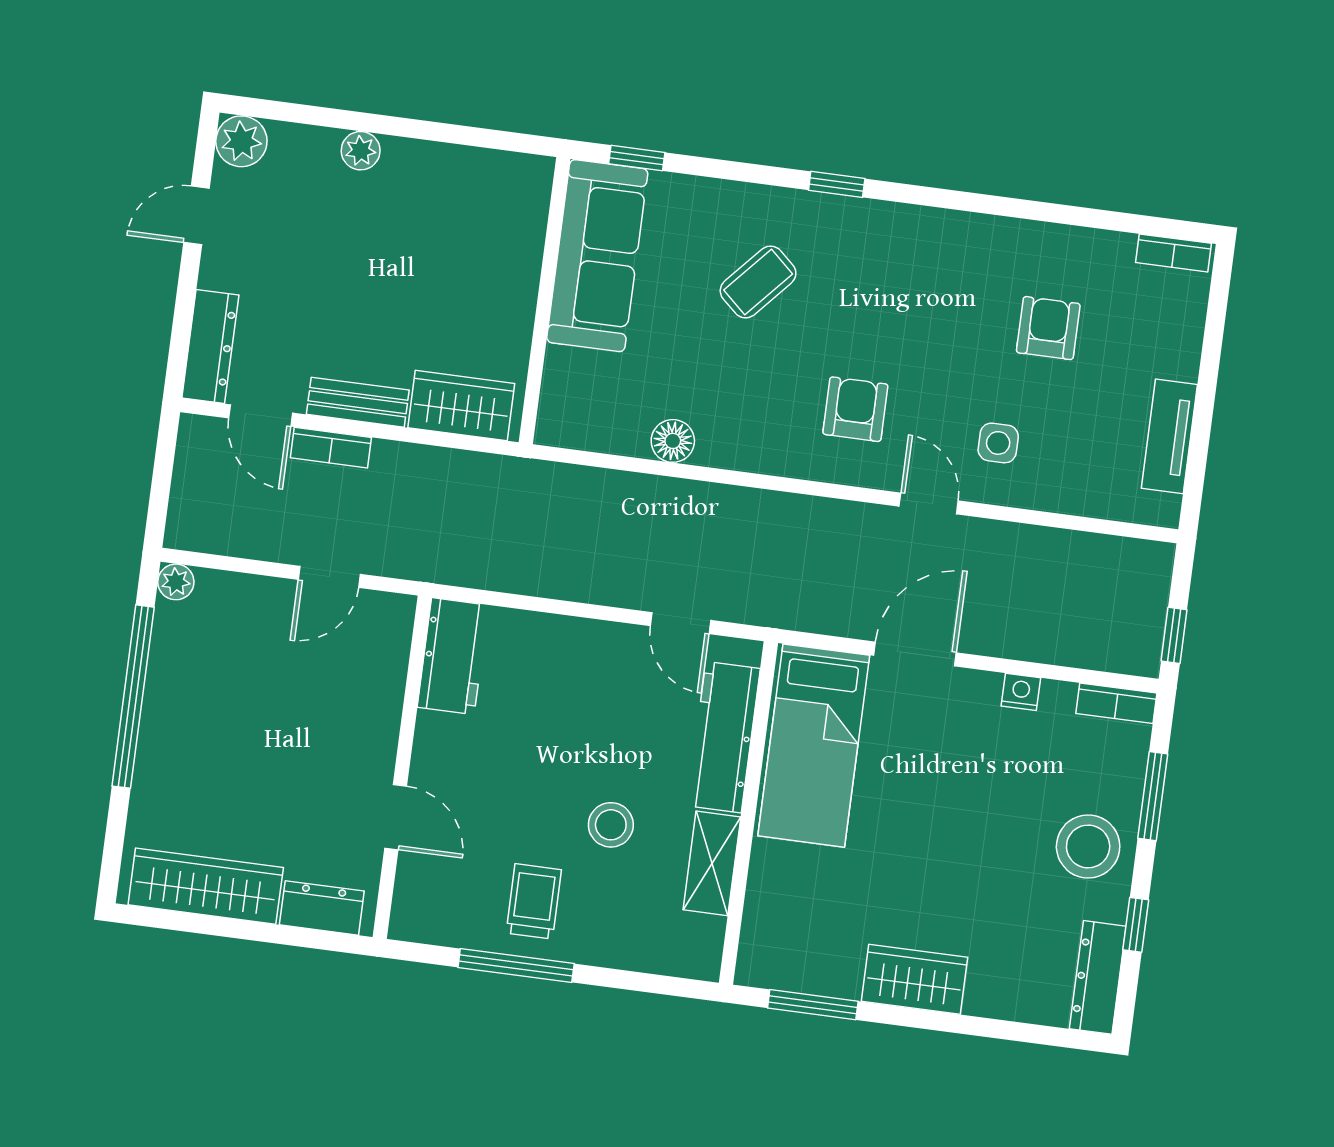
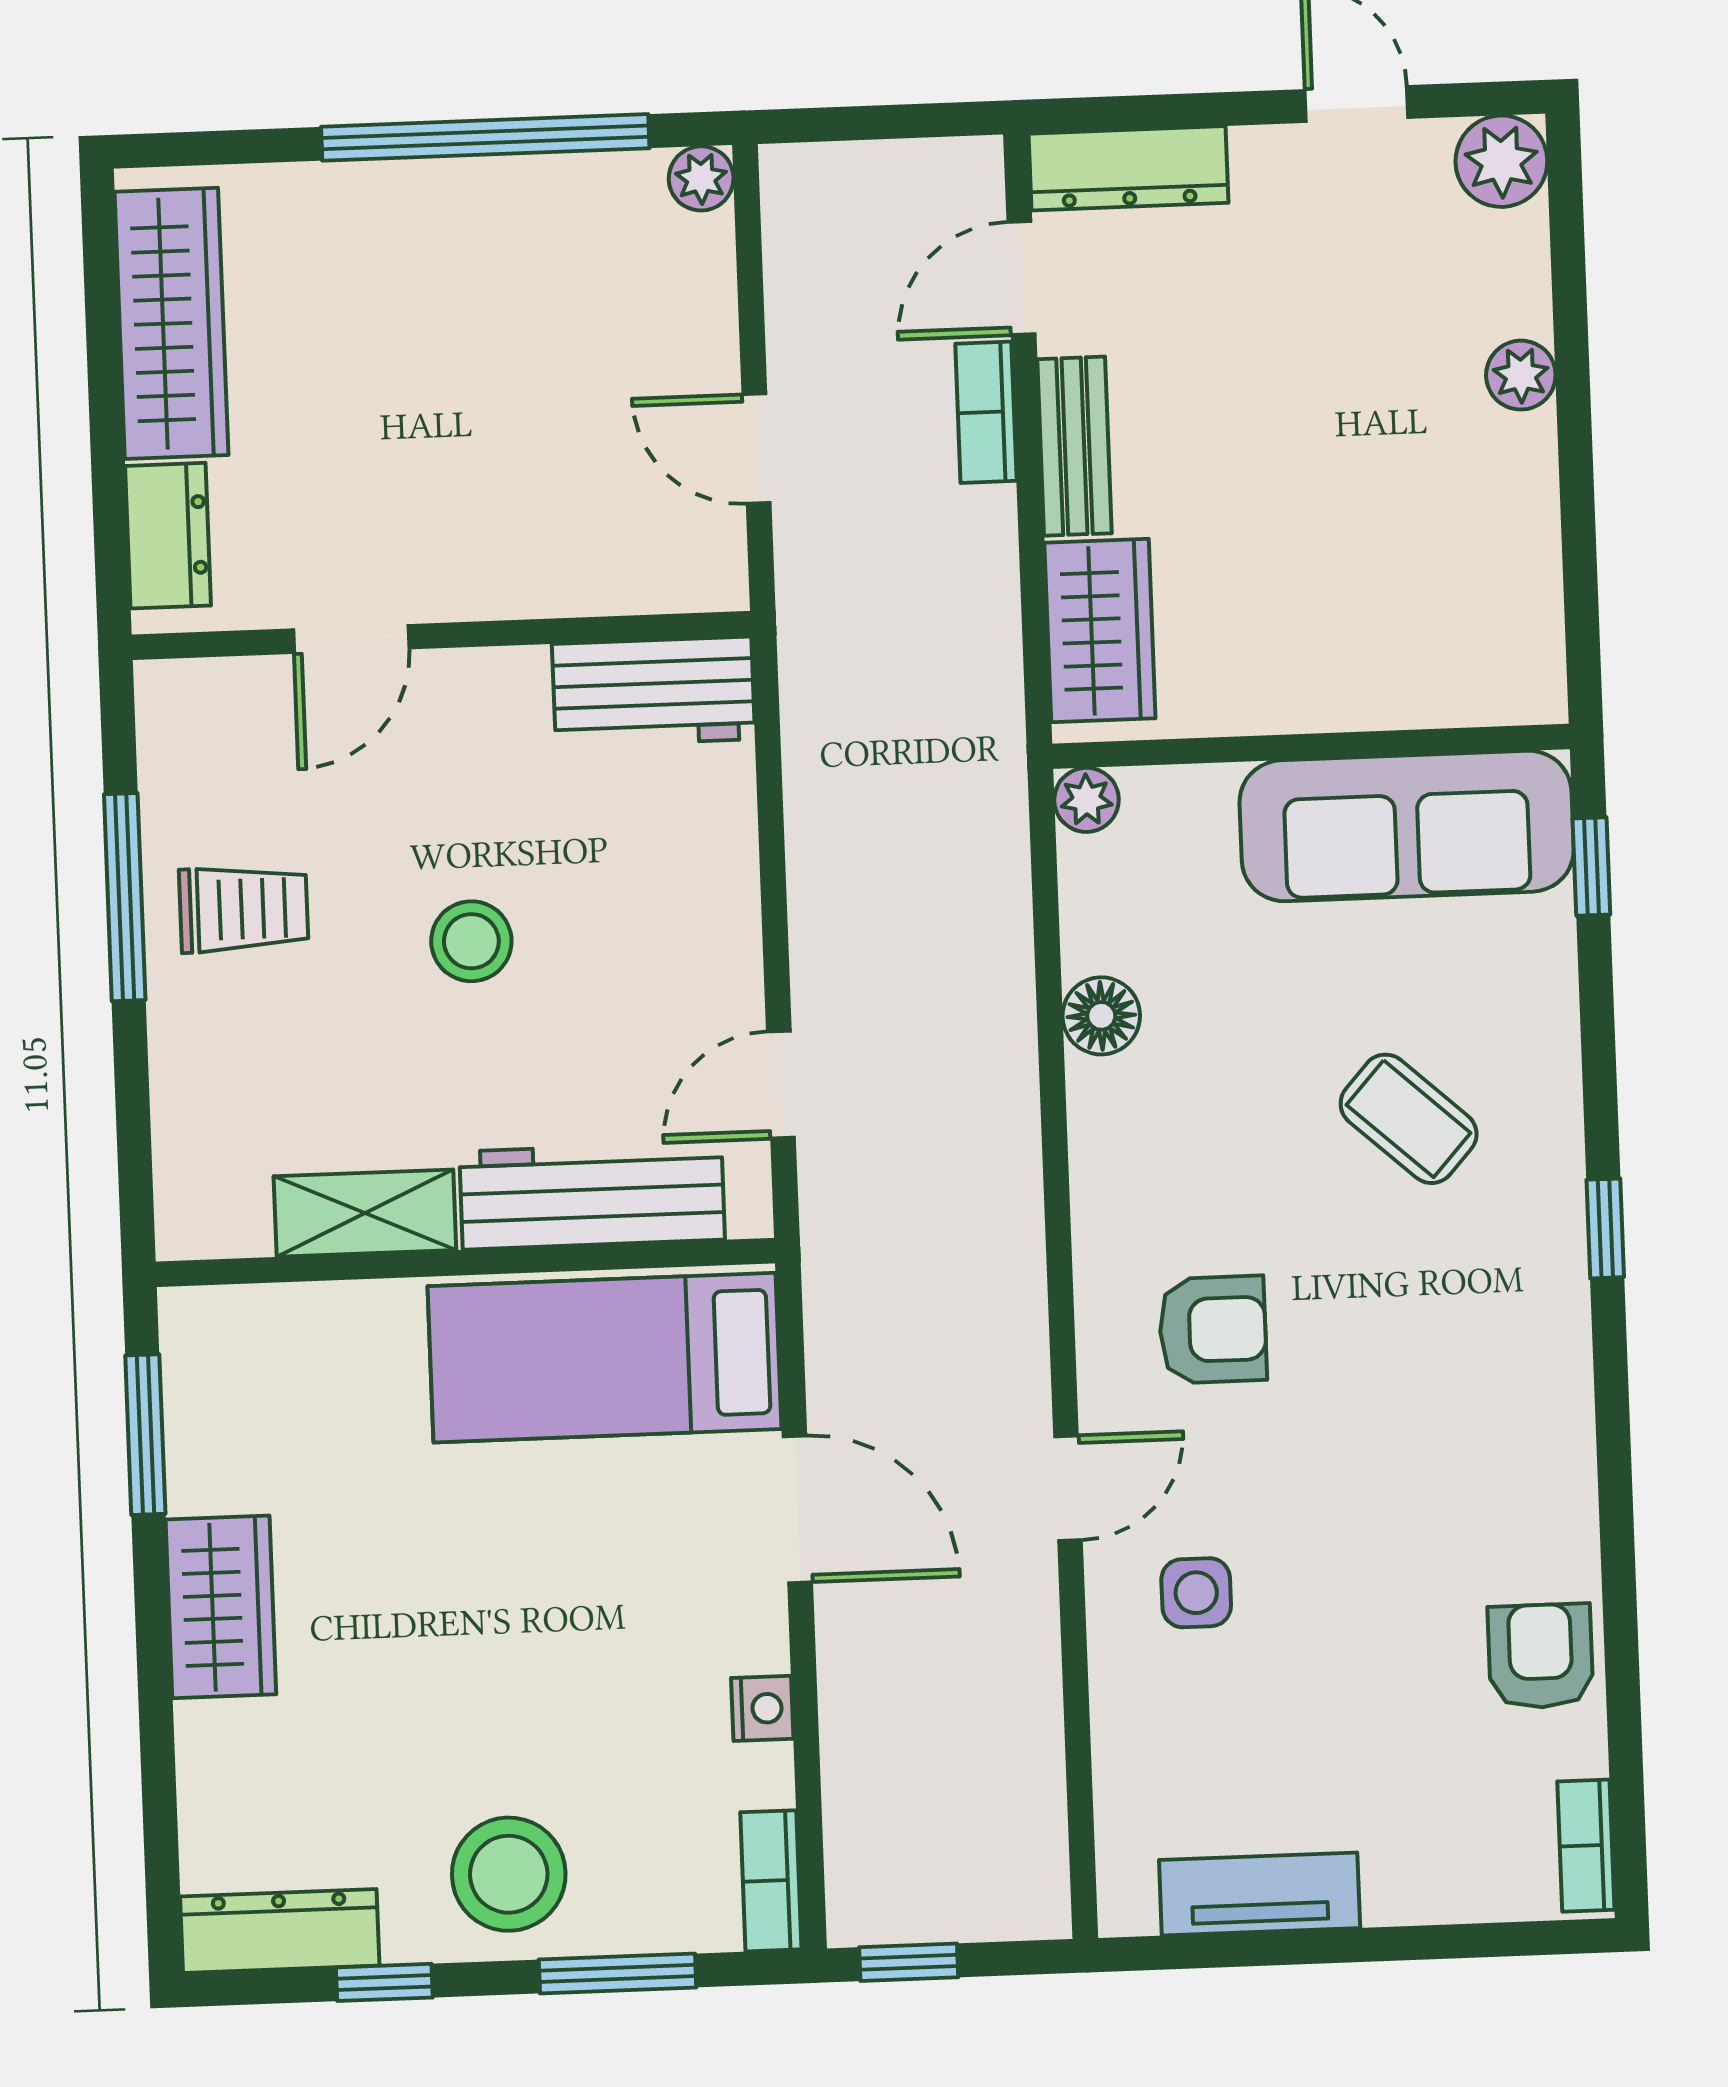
armchair: (1048, 328) -> (1541, 1656), moved, turned -90
plant: (553, 429) -> (1086, 800), added
stool: (611, 825) -> (471, 941), moved

